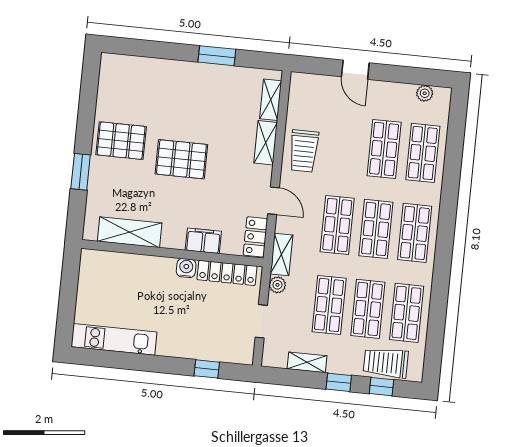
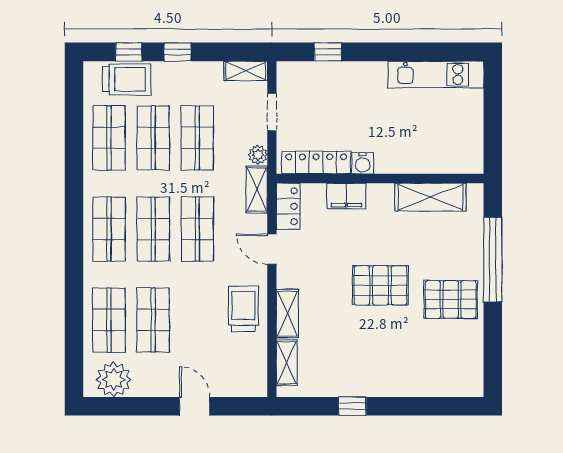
window: (217, 56) -> (352, 406), width x0.67
plant: (425, 93) -> (114, 379), width x1.88, depth x1.88
window: (81, 172) -> (493, 260), width x2.11
shelving: (307, 362) -> (246, 71), moved

